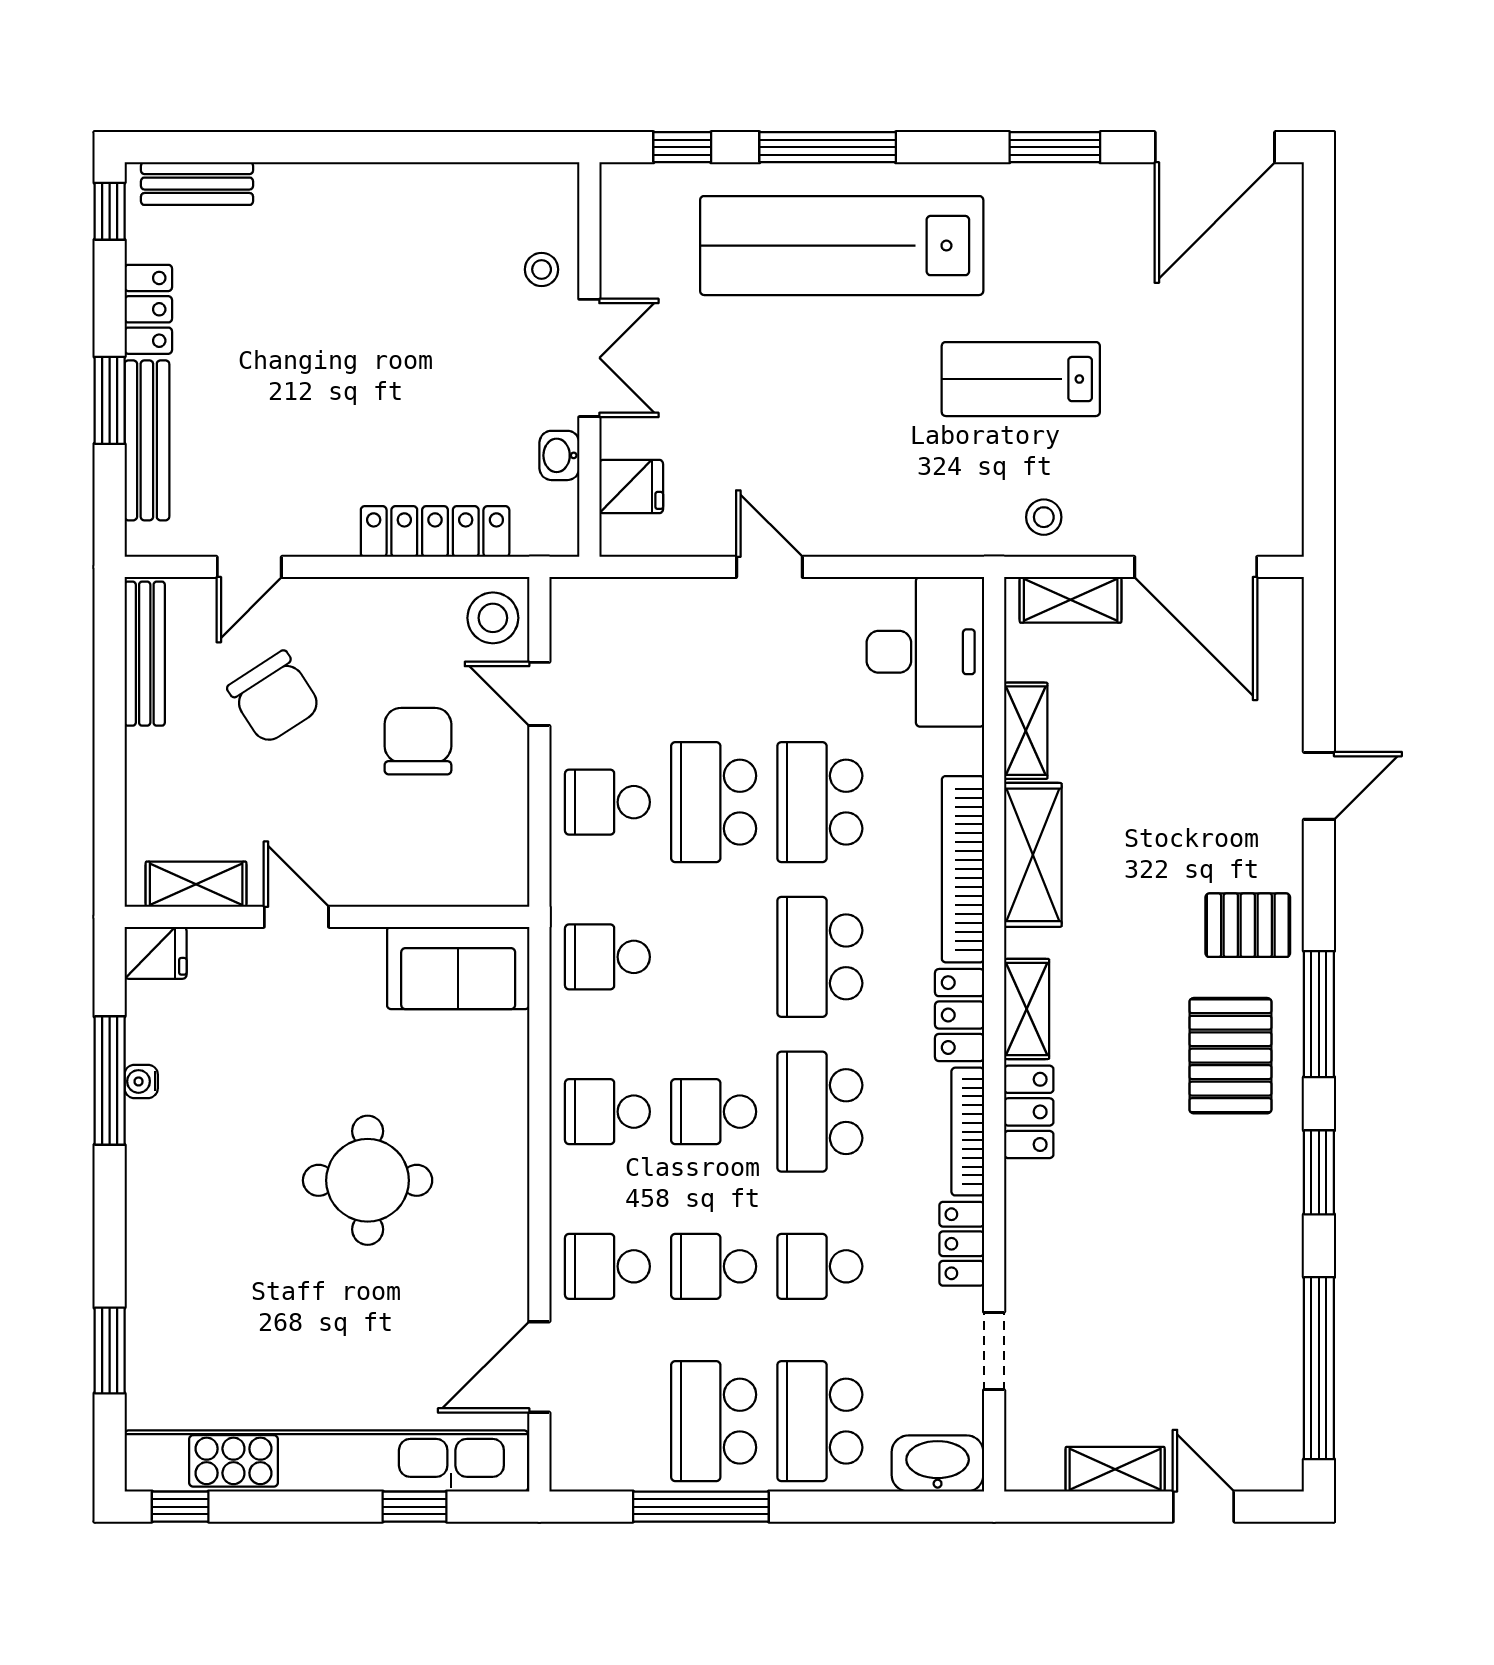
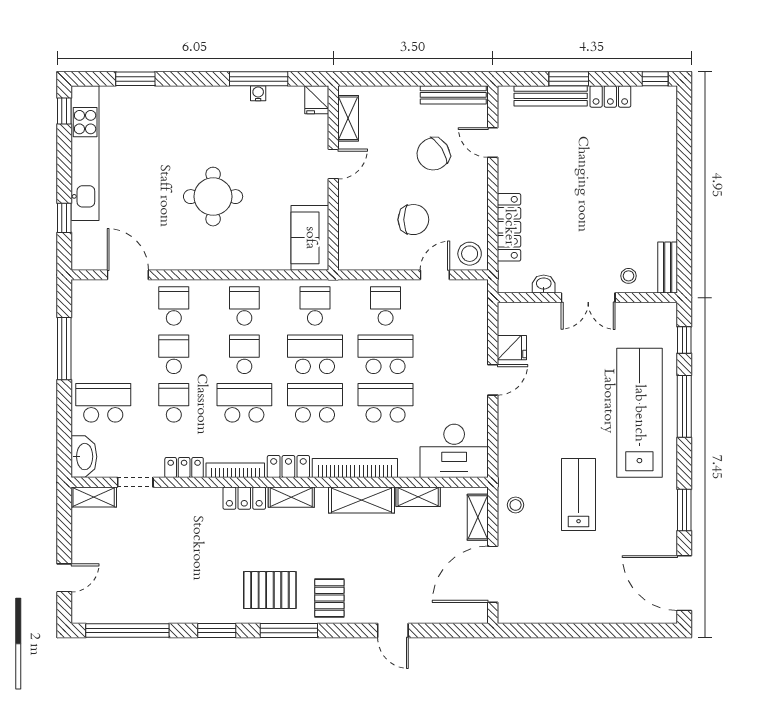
bench: (197, 184) -> (668, 268), moved
fridge: (631, 487) -> (512, 348), moved, turned -90
school desk: (714, 1421) -> (315, 354), moved
kitchen unit: (326, 1461) -> (85, 153), width x0.73
shelving: (1115, 1469) -> (94, 497), moved, turned 90

